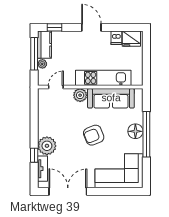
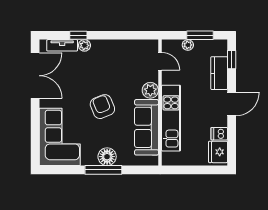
kitchen counter: (45, 45) -> (219, 73), moved, turned 90
window: (34, 54) -> (200, 35), width x0.69
window: (146, 134) -> (103, 170), width x0.68
plant: (47, 146) -> (84, 45), width x0.53, depth x0.53

